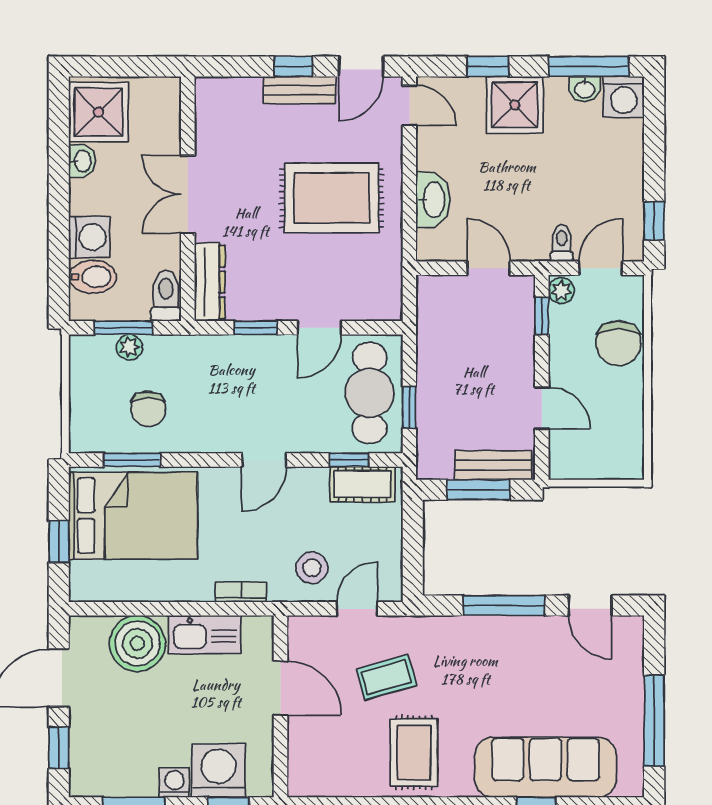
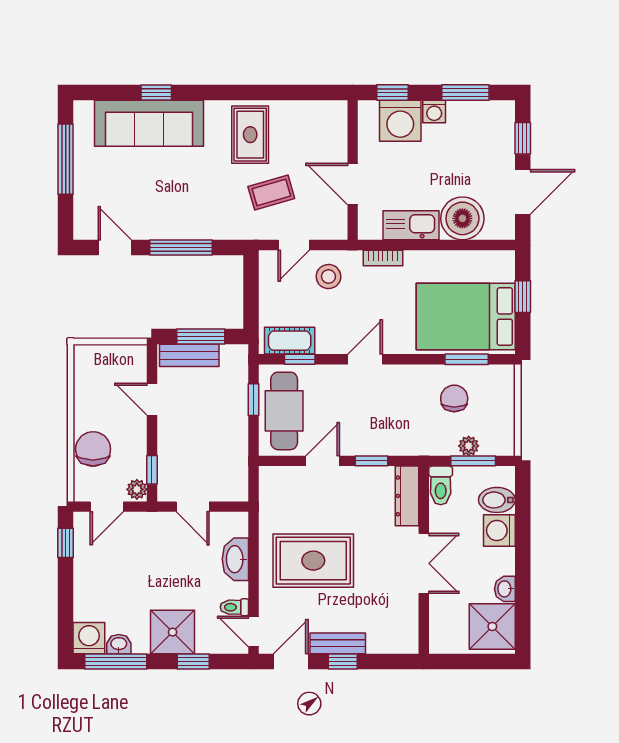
toilet: (562, 243) -> (234, 607), moved, turned 90

